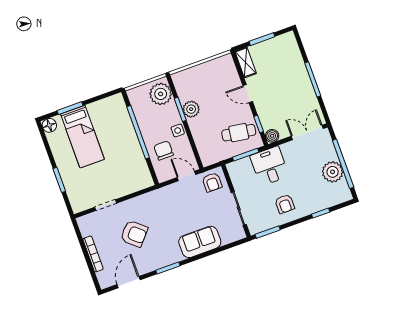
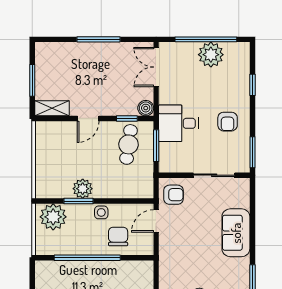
chair: (164, 150) -> (118, 236), turned 90
armchair: (285, 204) -> (228, 122), turned 90

